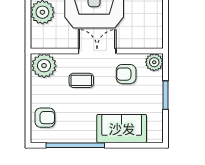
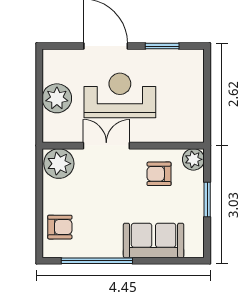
double door: (97, 51) -> (106, 146), moved
coffee table: (81, 80) -> (104, 182), removed

